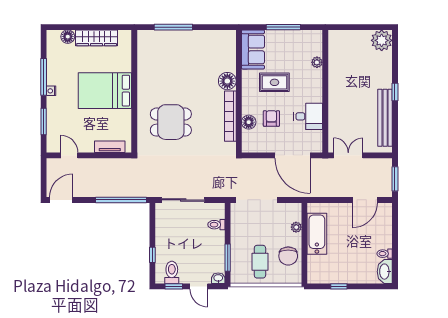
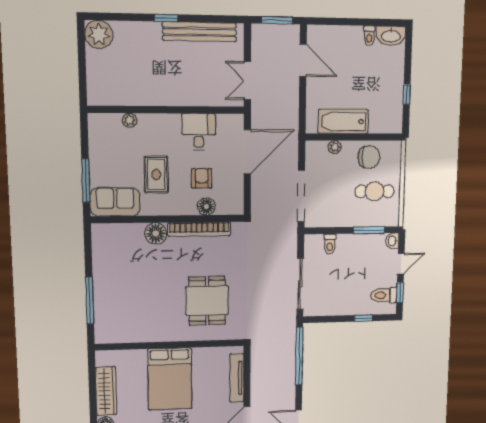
window: (283, 27) -> (86, 180), moved
armchair: (271, 118) -> (202, 178), turned 90
tv unit: (110, 147) -> (237, 378), width x1.41

